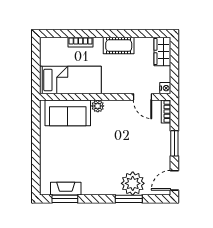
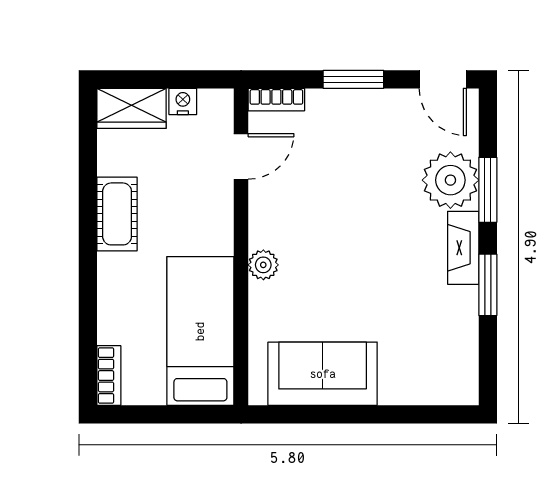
bookcase: (81, 42) -> (109, 376), moved
nightstand: (165, 88) -> (183, 101), moved
sofa: (68, 113) -> (323, 374), moved, turned -90
fireplace: (66, 189) -> (463, 248), moved
window: (65, 199) -> (488, 285), moved

